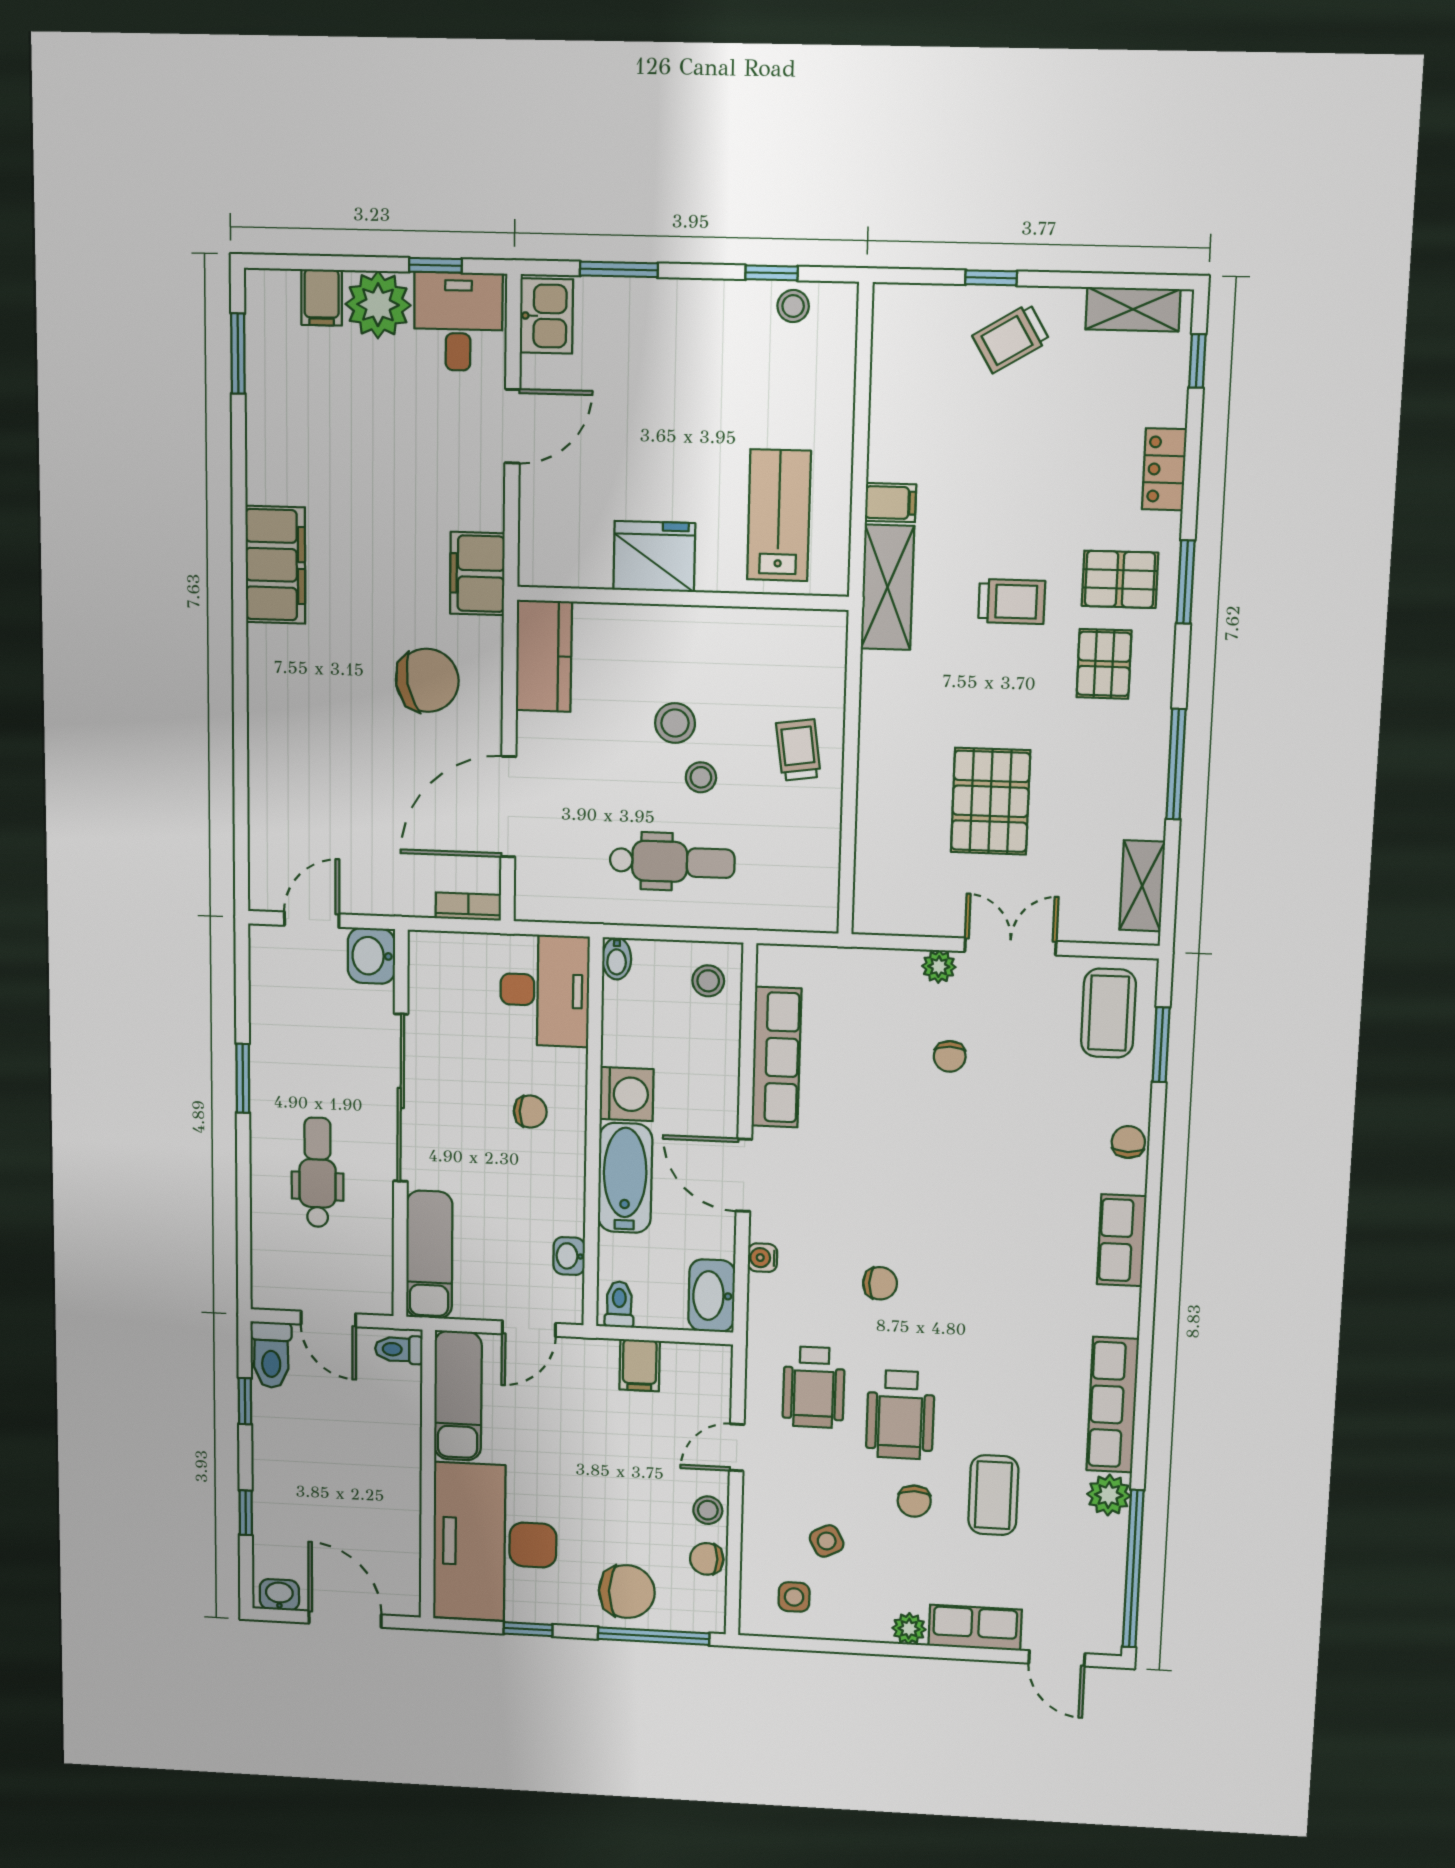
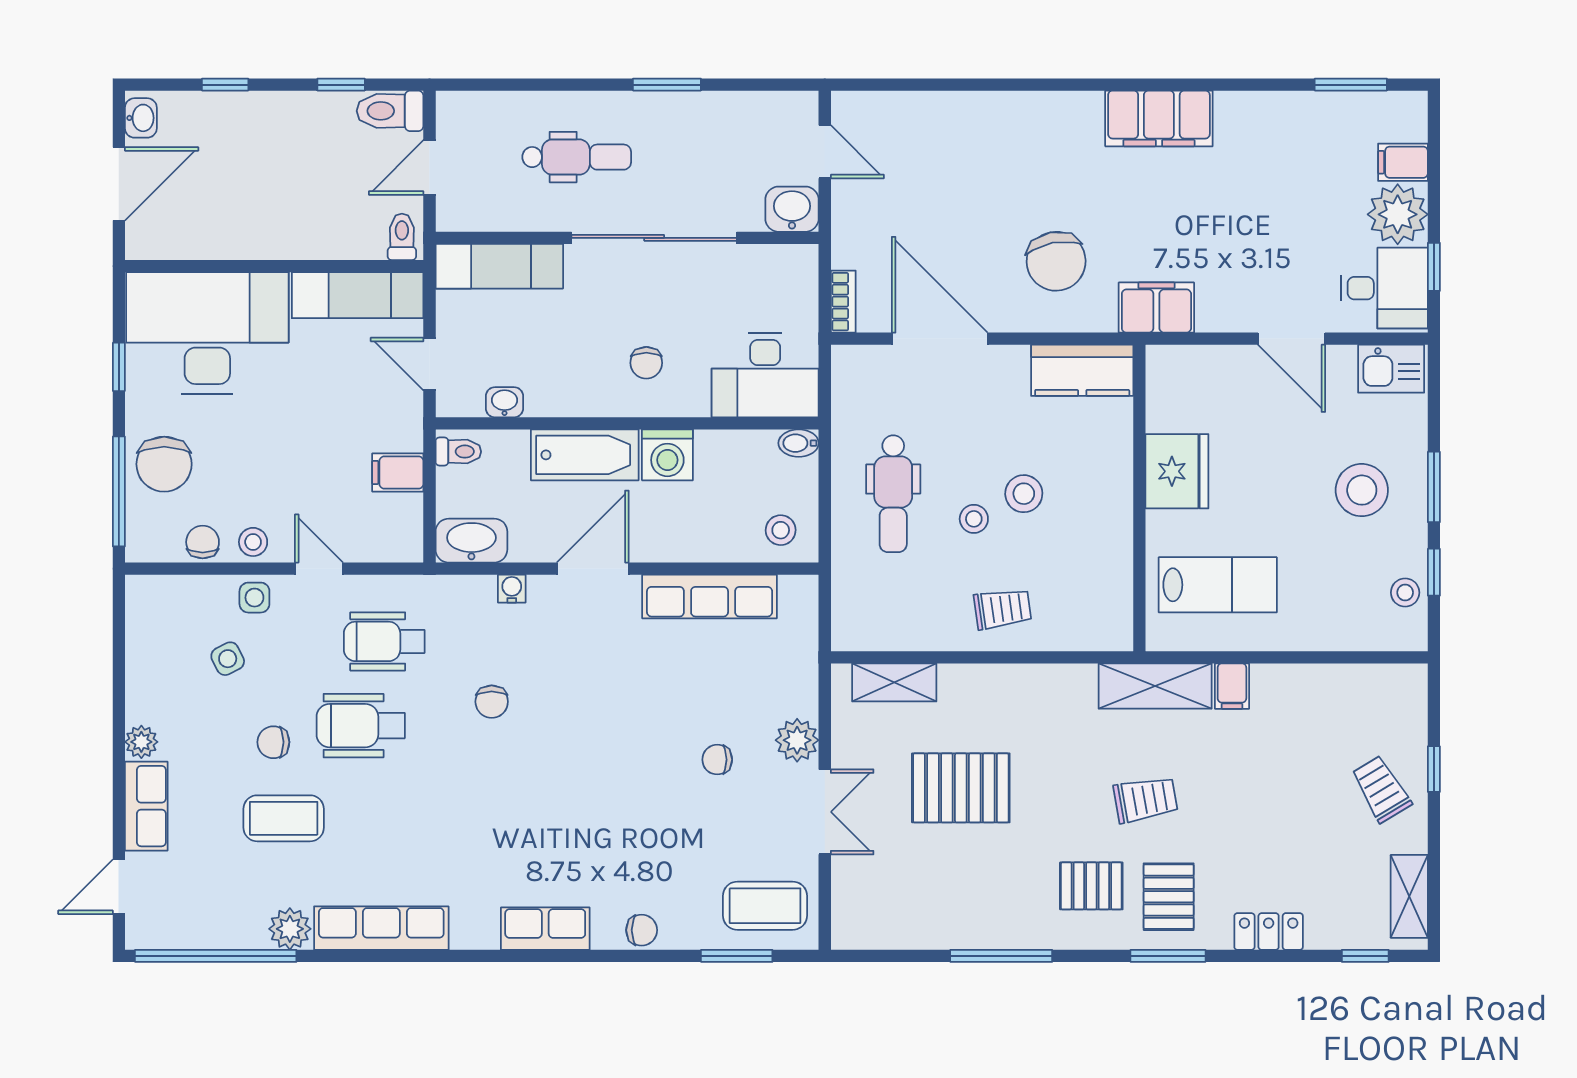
window: (619, 269) -> (1434, 487), moved
stool: (679, 352) -> (1362, 490), added
trolley: (1012, 602) -> (1146, 800), turned -100
shelving: (1142, 886) -> (894, 682), moved
plant: (939, 967) -> (797, 740), width x1.38, depth x1.38
side table: (794, 1597) -> (254, 598), moved

